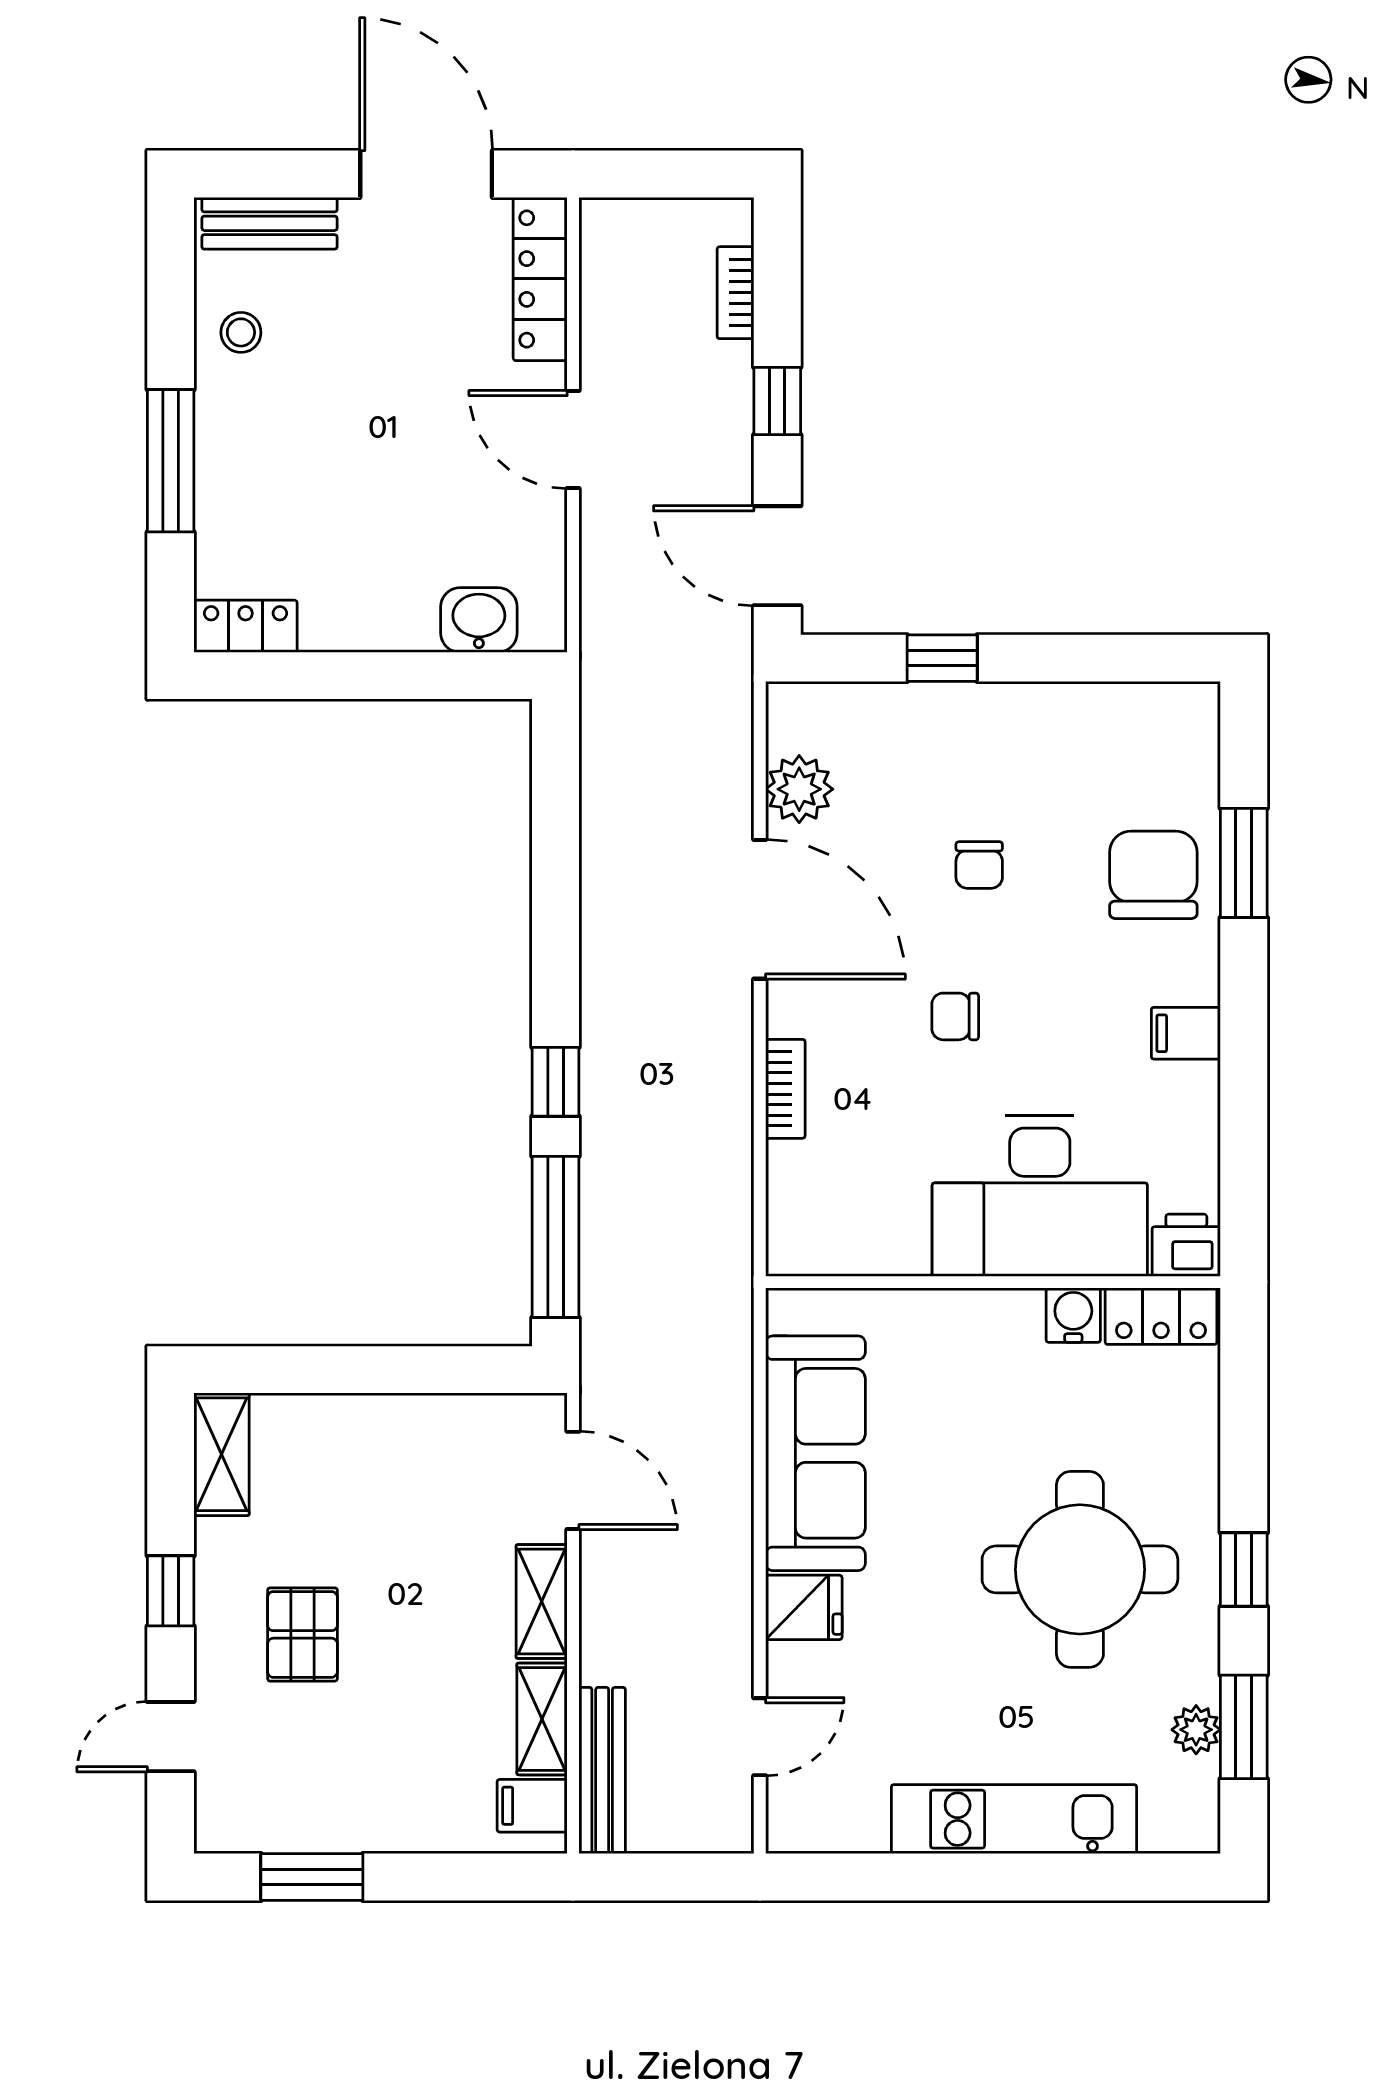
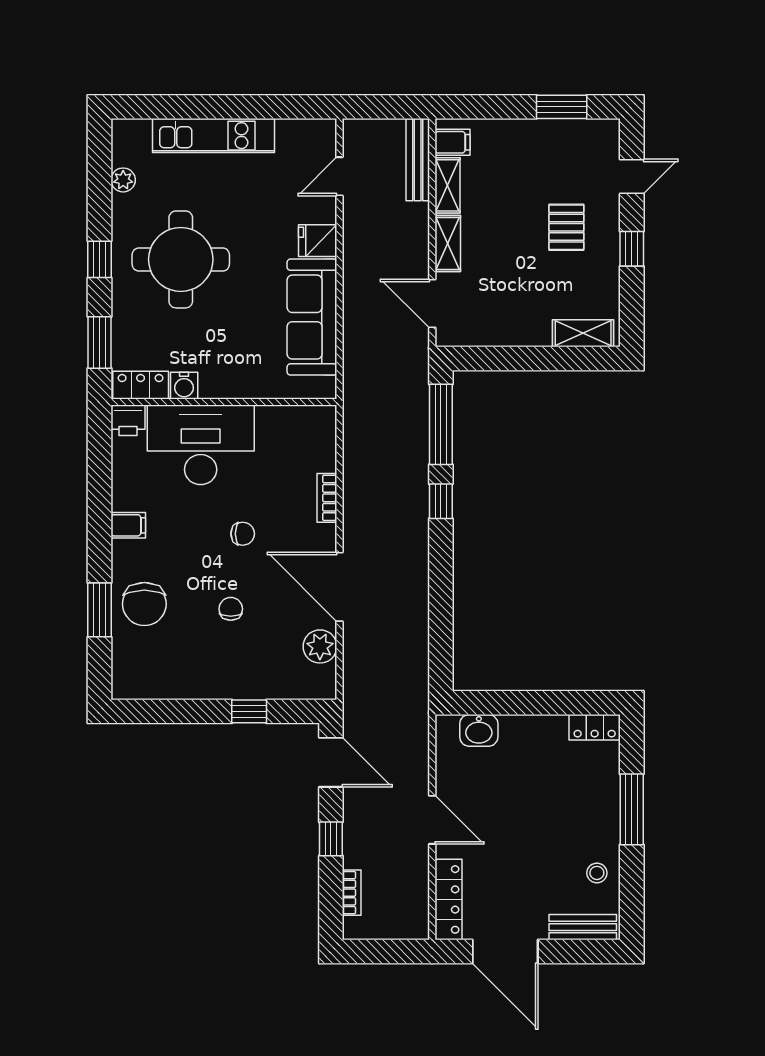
shelving: (222, 1454) -> (583, 333), moved, turned 90
window: (1244, 1727) -> (100, 342), moved

